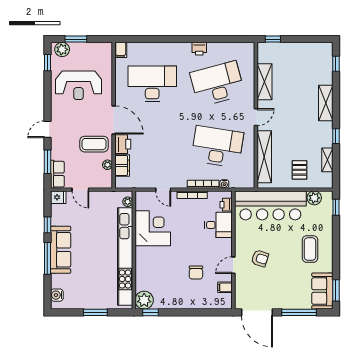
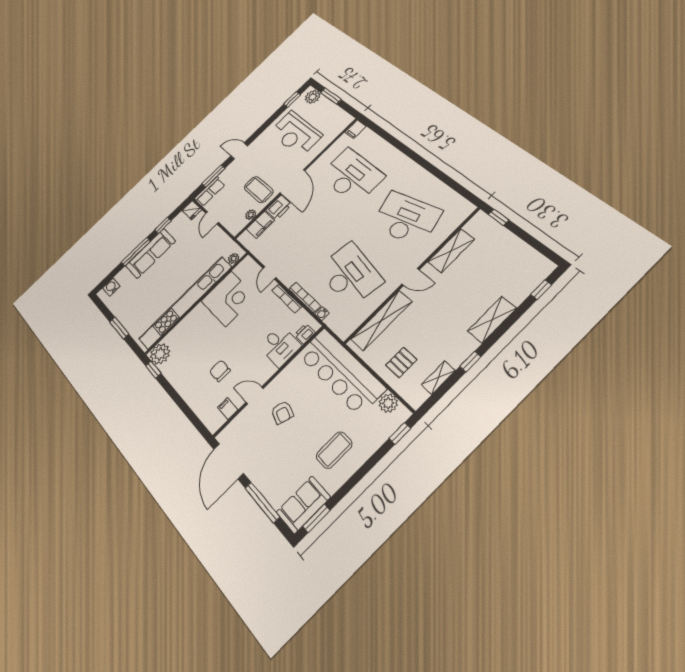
printer: (199, 49) -> (421, 176), removed
chair: (196, 273) -> (220, 371), turned 90

